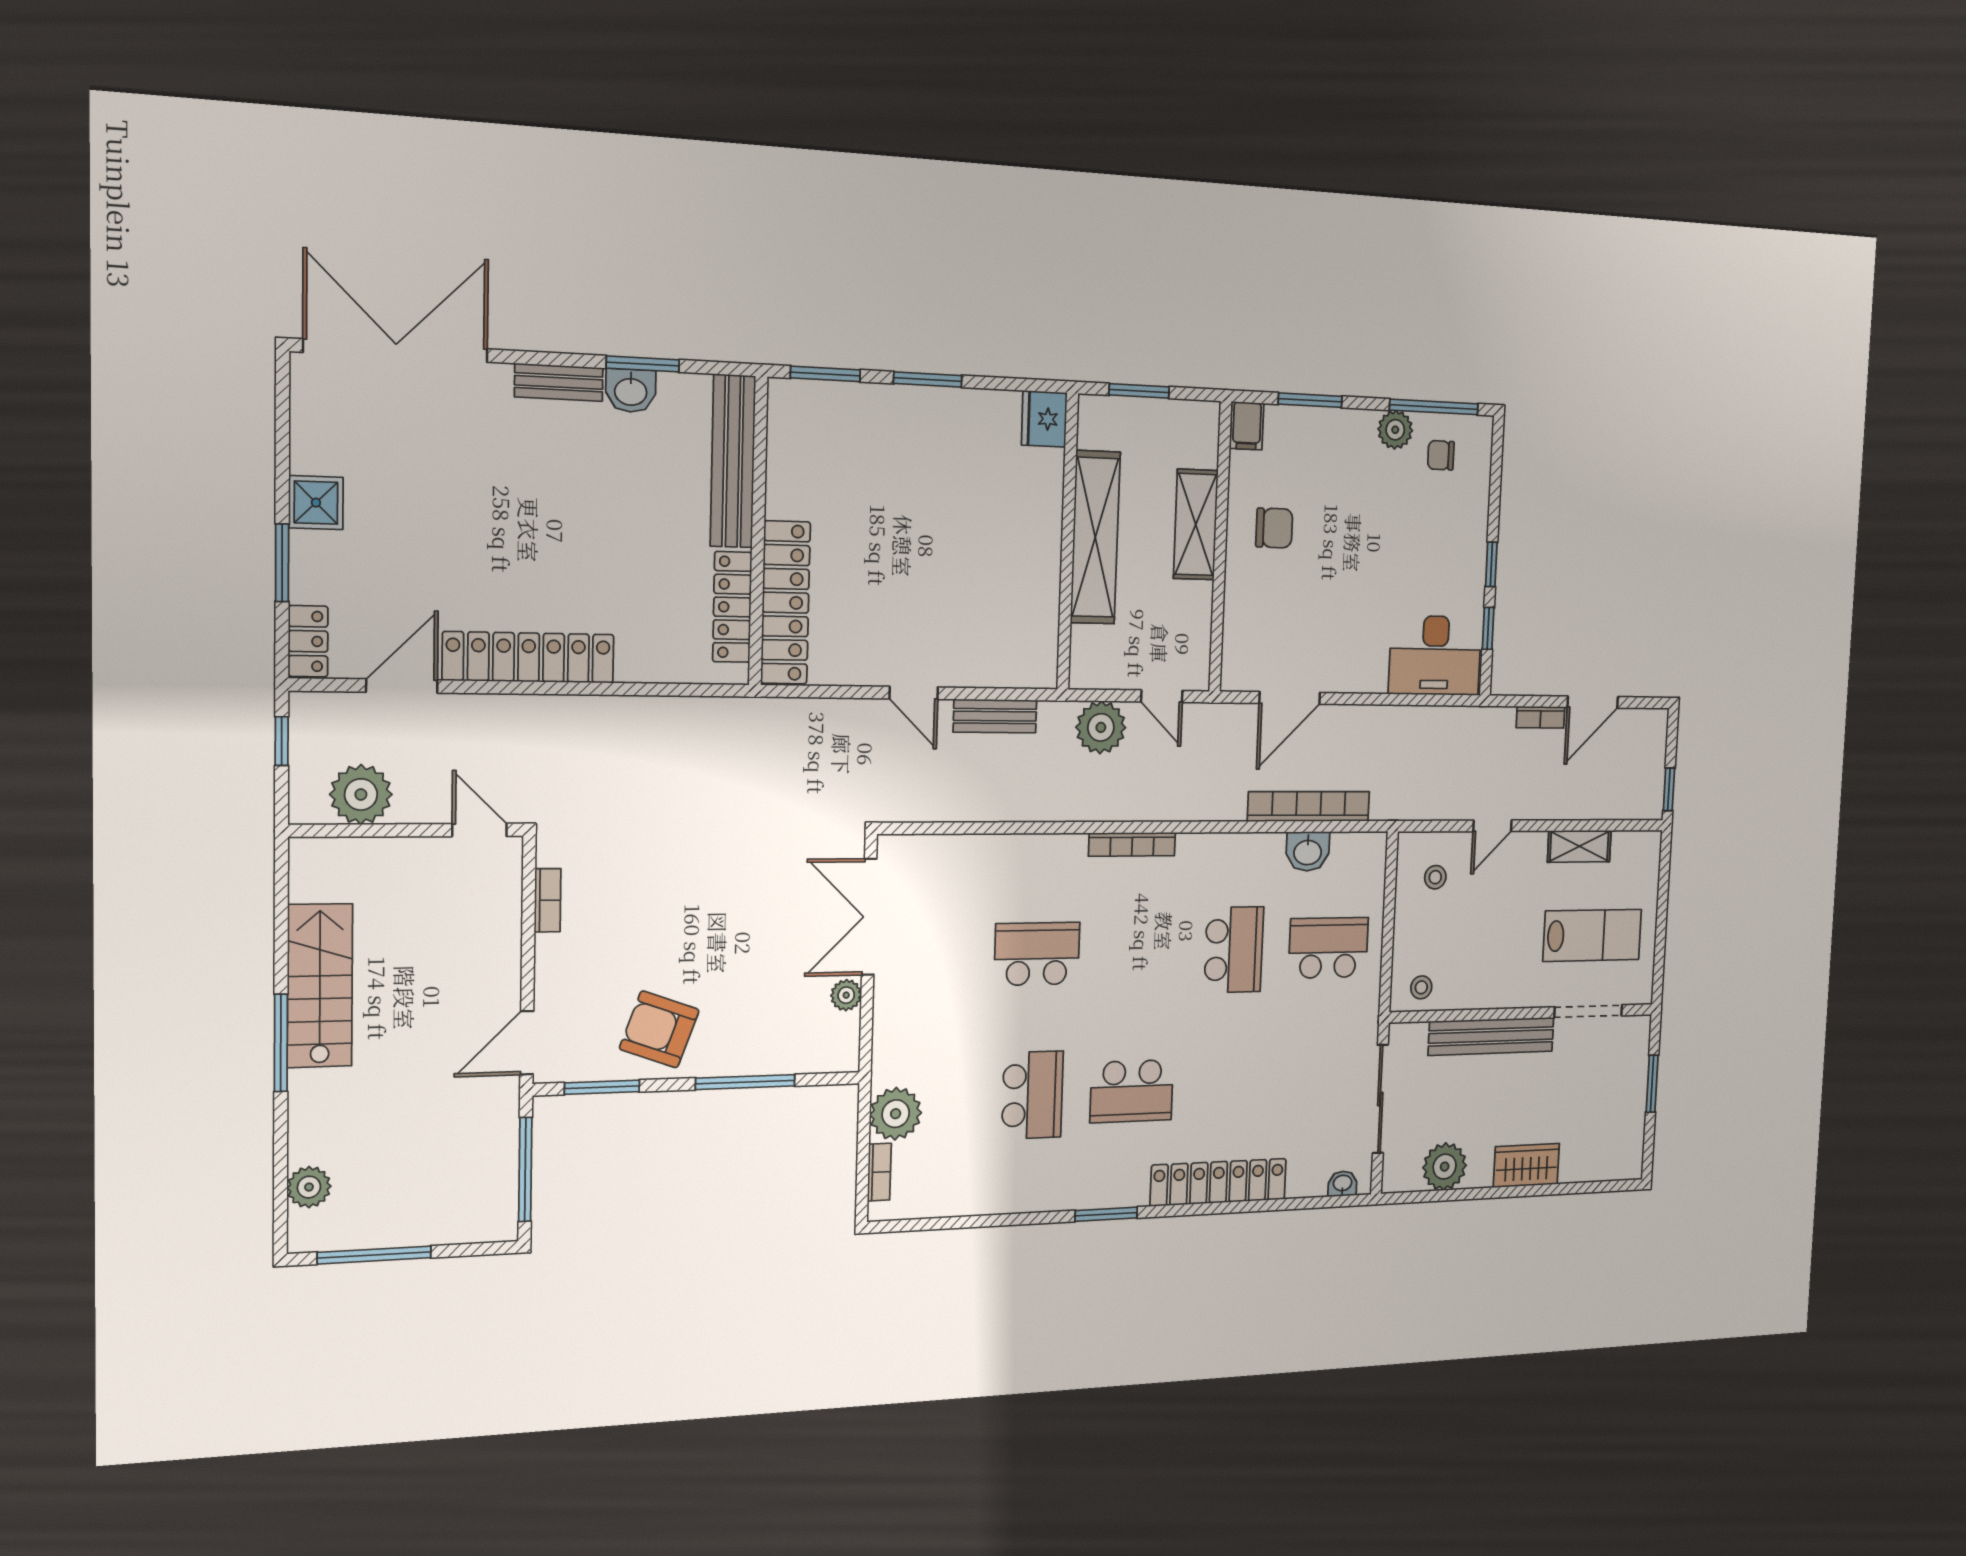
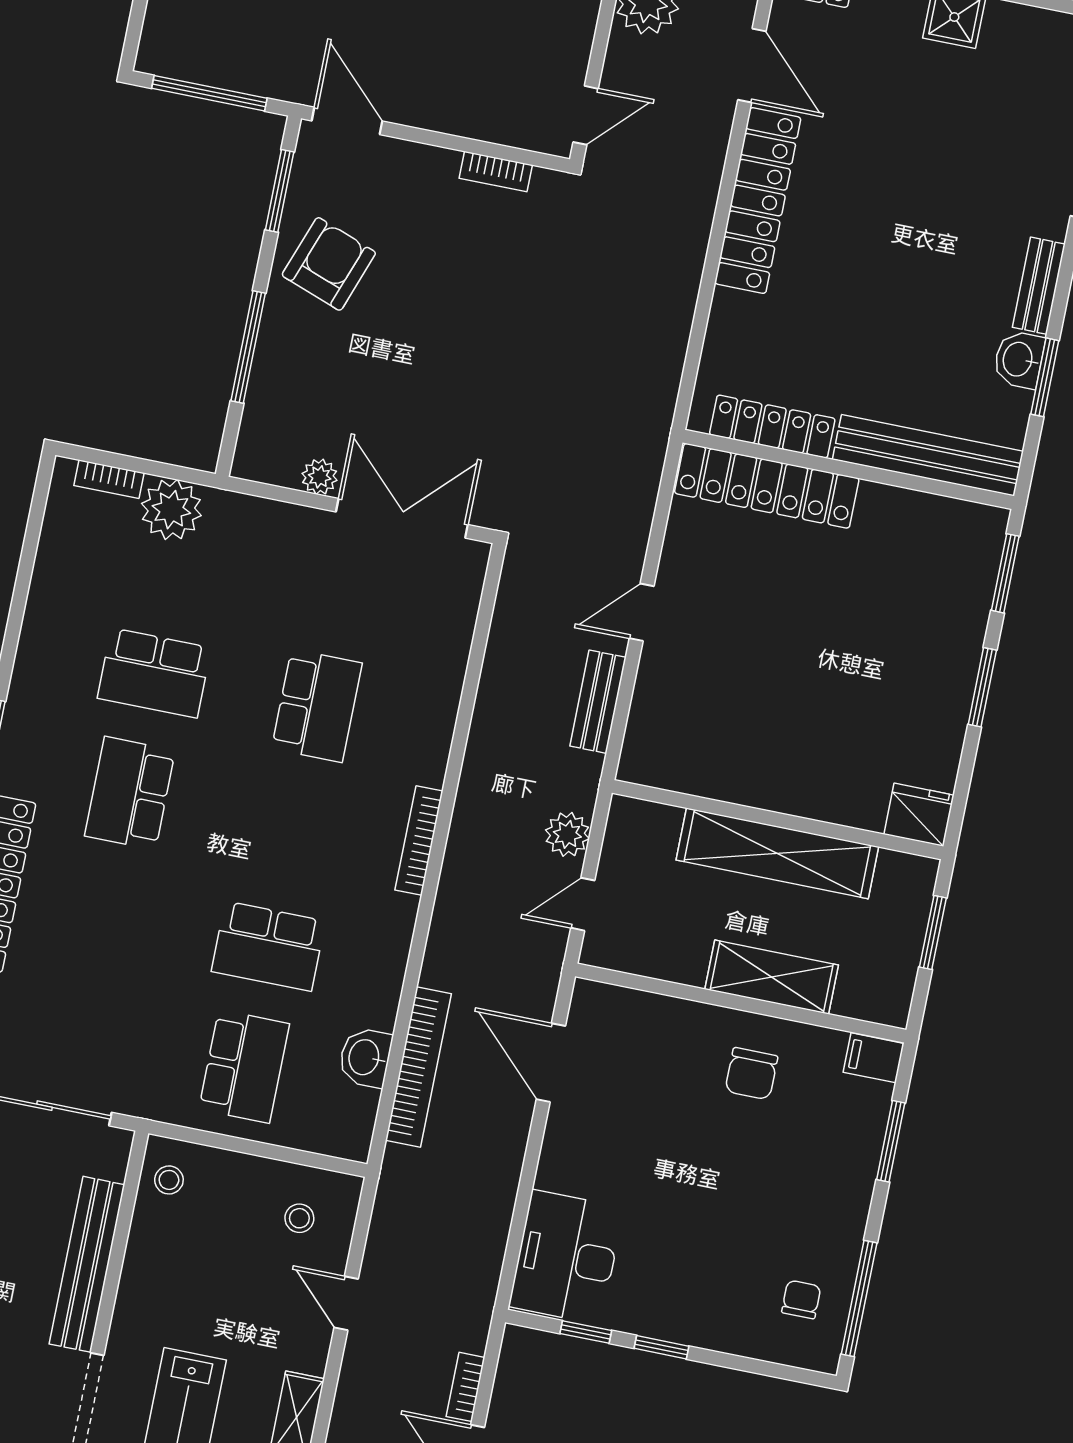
plant: (1395, 430) -> (840, 1245), removed
plant: (1101, 727) -> (567, 834), width x0.73, depth x0.73

